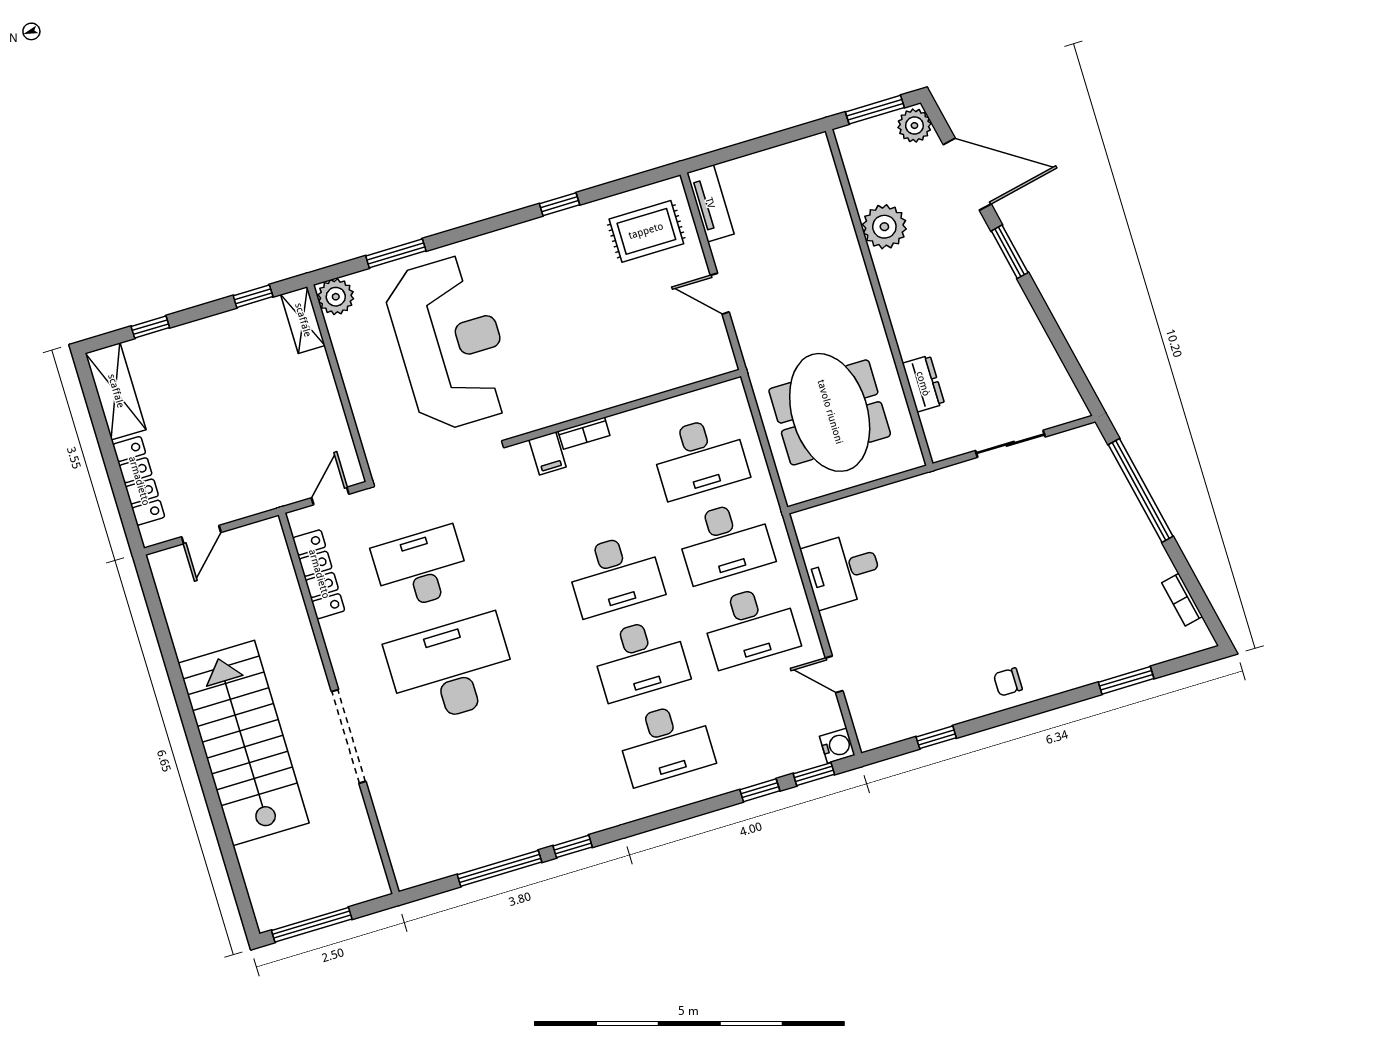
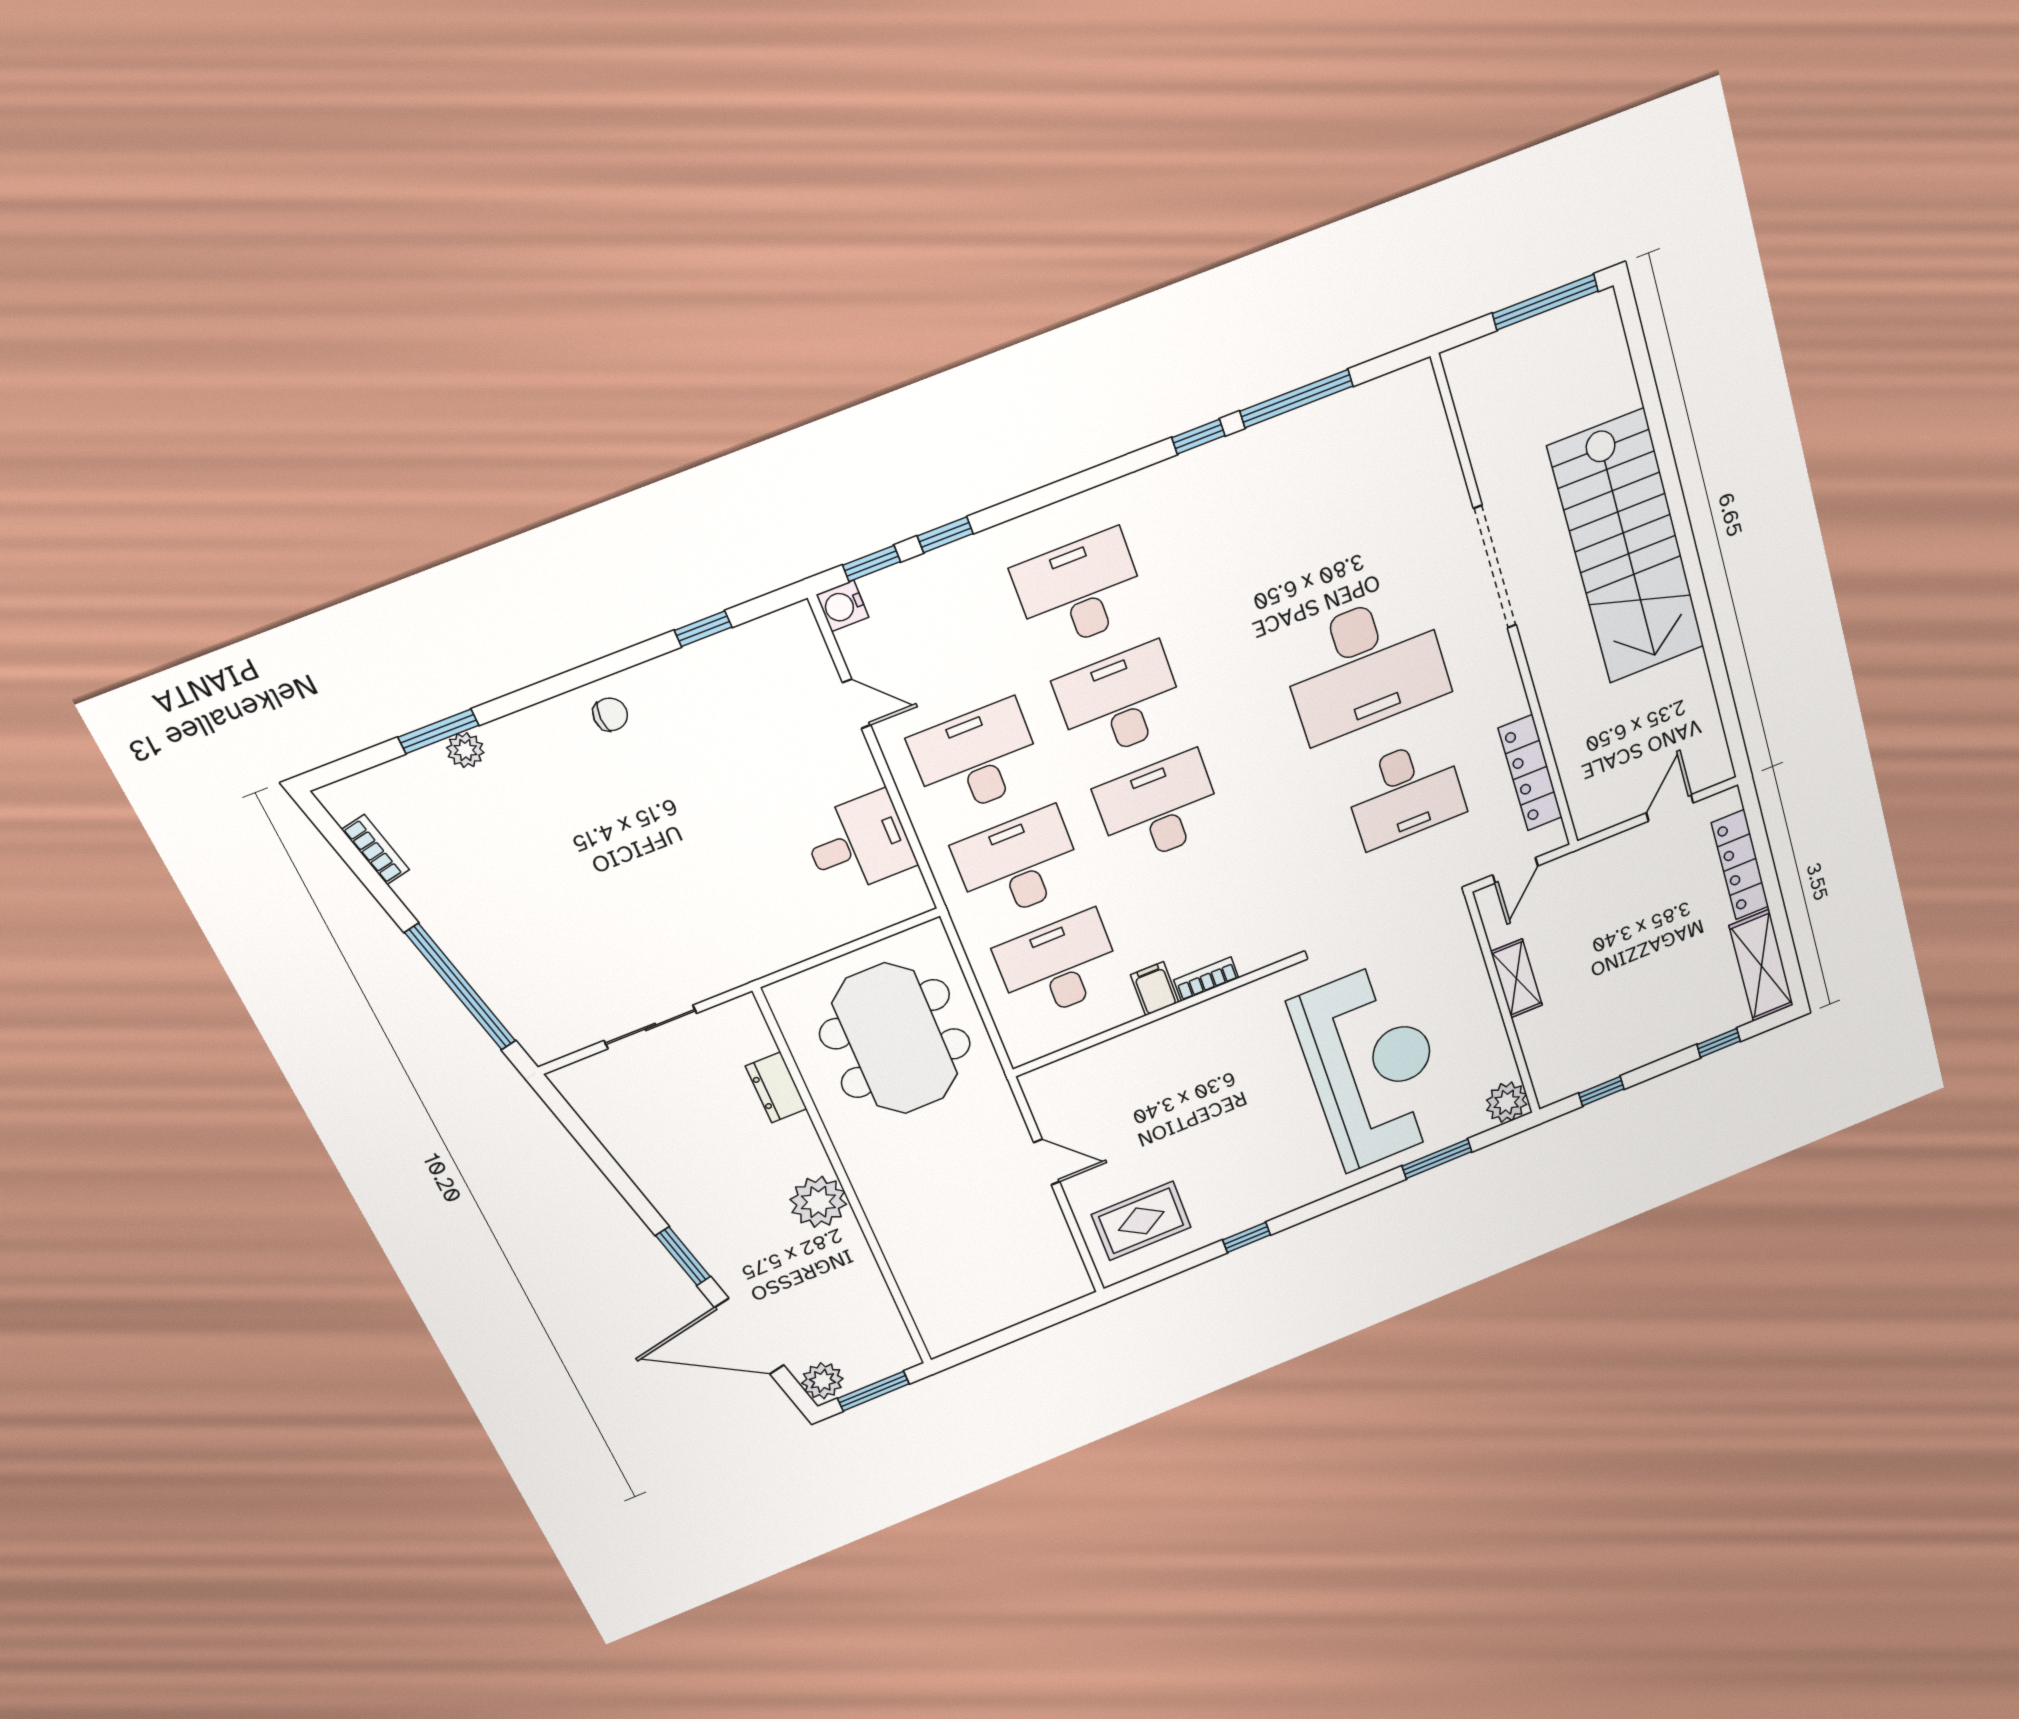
tv unit: (710, 203) -> (1066, 1262), removed
plant: (884, 227) -> (818, 1202), moved
shelving: (303, 320) -> (1516, 978), moved
reception desk: (450, 343) -> (1372, 1066), turned 180
filing cabinet: (548, 453) -> (1155, 989), moved
plant: (1110, 665) -> (465, 750), added

